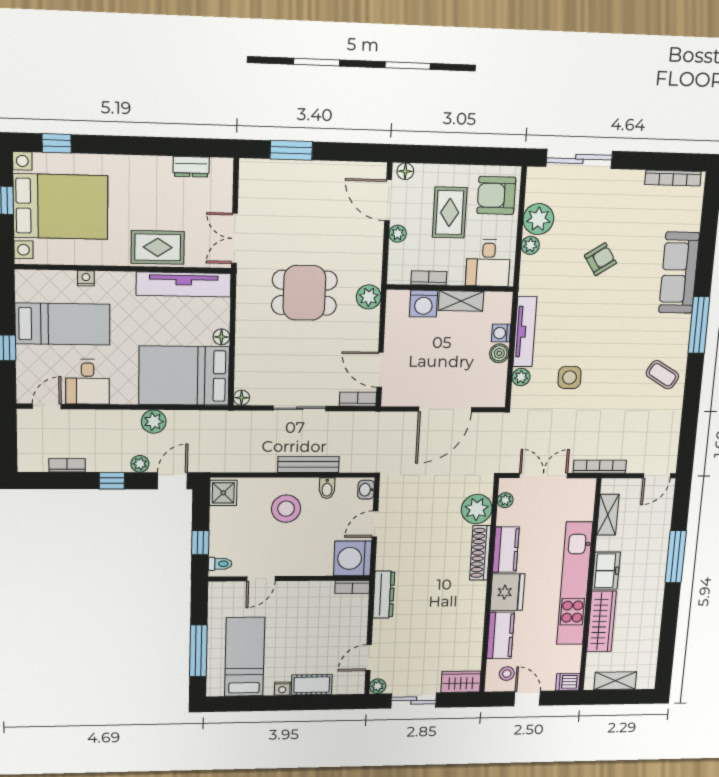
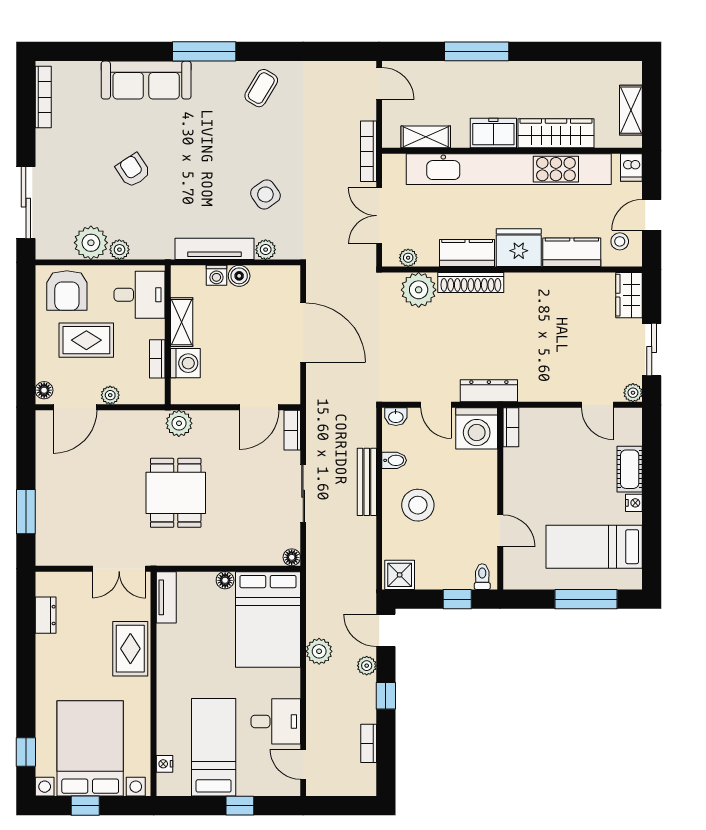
nightstand: (86, 278) -> (164, 764), moved
tv unit: (184, 284) -> (166, 597), width x0.52, depth x0.78
side table: (569, 377) -> (265, 194), turned -35
kitchen unit: (575, 584) -> (509, 169), width x1.36
dresser: (384, 595) -> (489, 391), moved

